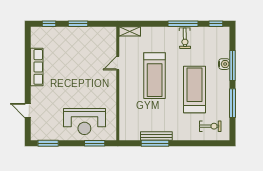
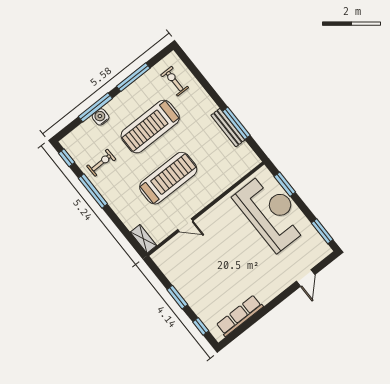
exercise bike: (185, 38) -> (101, 163), moved
row of seats: (37, 67) -> (240, 316), moved
reception desk: (84, 122) -> (271, 212), width x1.36, depth x1.30

